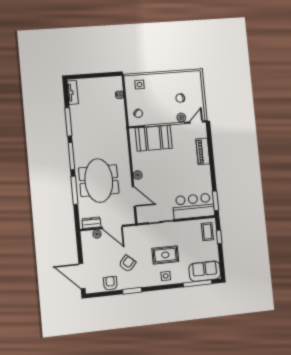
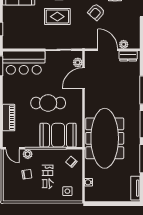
door: (196, 122) -> (13, 148), hinge flipped
cafe table: (166, 169) -> (48, 103), added
plant: (138, 175) -> (78, 62), moved
meeting table: (99, 181) -> (105, 138), moved, width x1.36
door: (134, 197) -> (84, 78), hinge flipped
coffee table: (207, 232) -> (12, 35), removed

